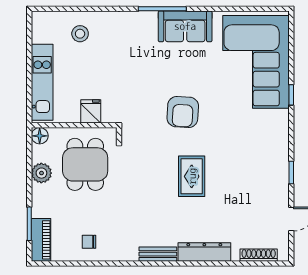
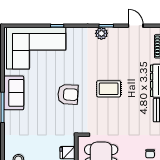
plant: (279, 165) -> (101, 33), added

